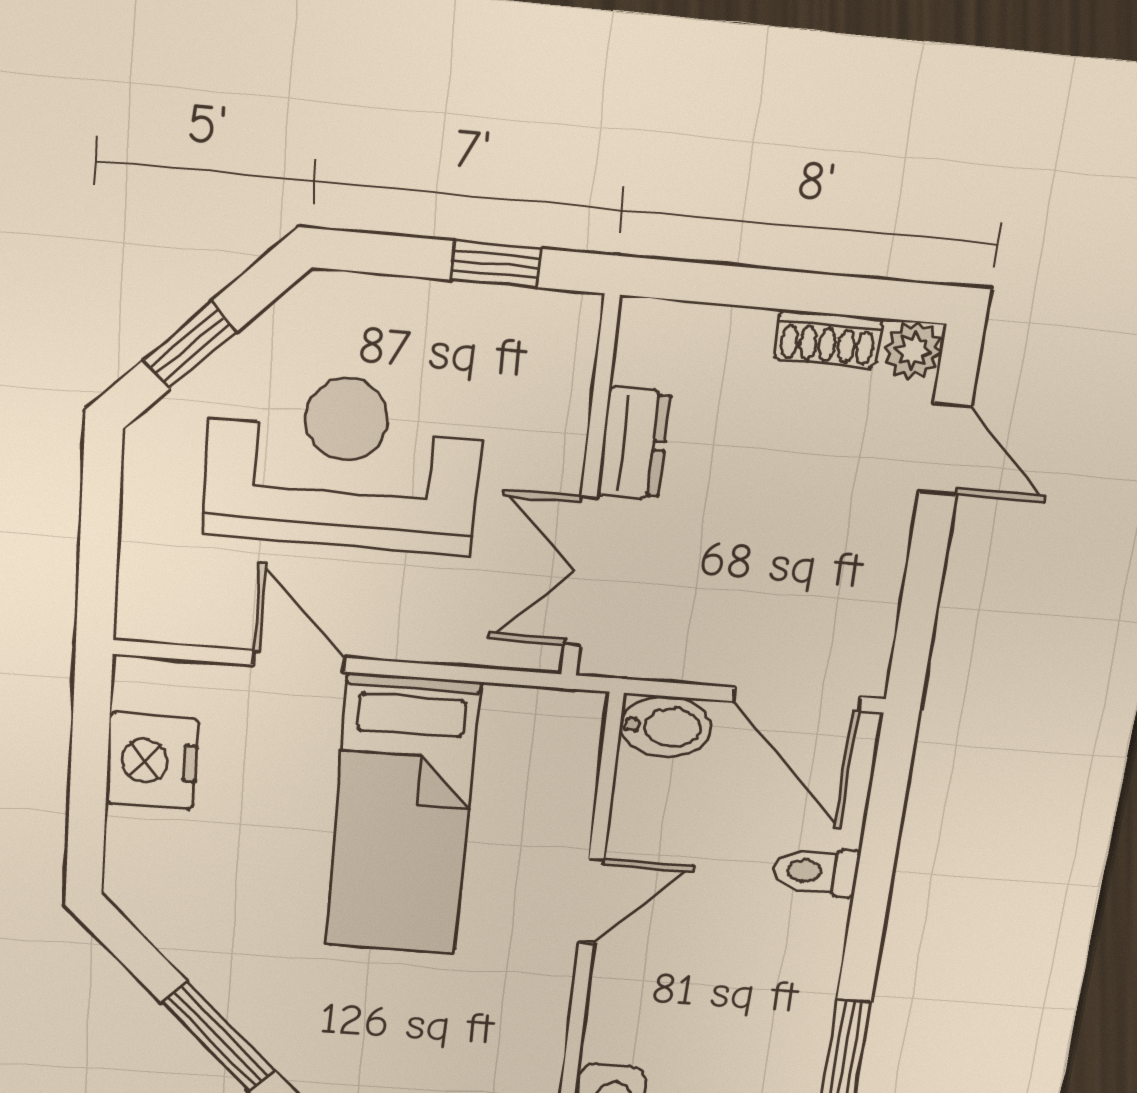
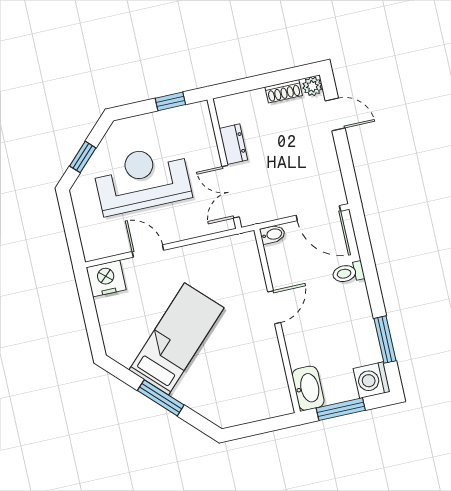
bidet: (665, 727) -> (273, 234), width x0.72, depth x0.74
nightstand: (152, 761) -> (106, 279), moved, turned 90
bed: (402, 816) -> (176, 339), moved, turned -135

